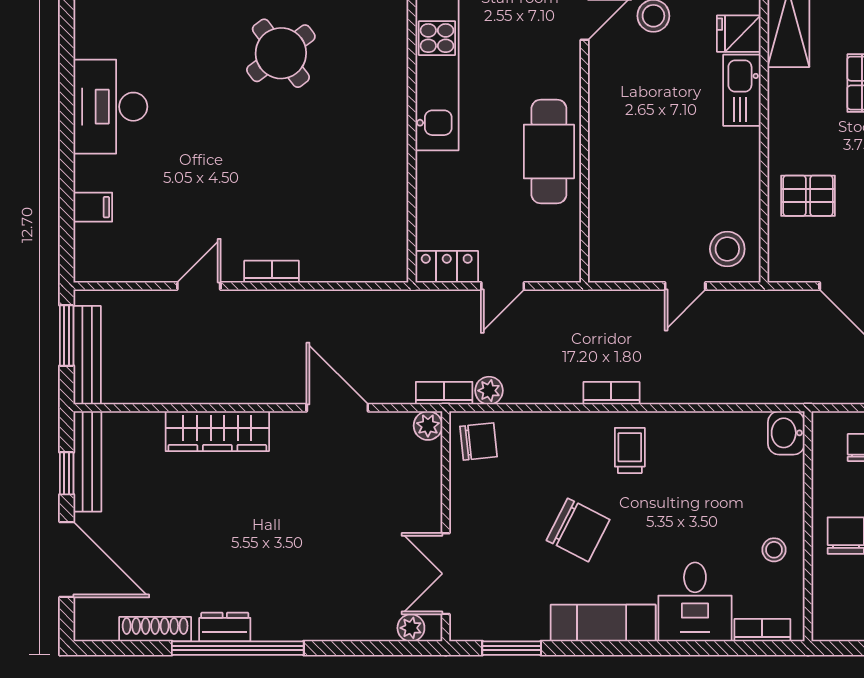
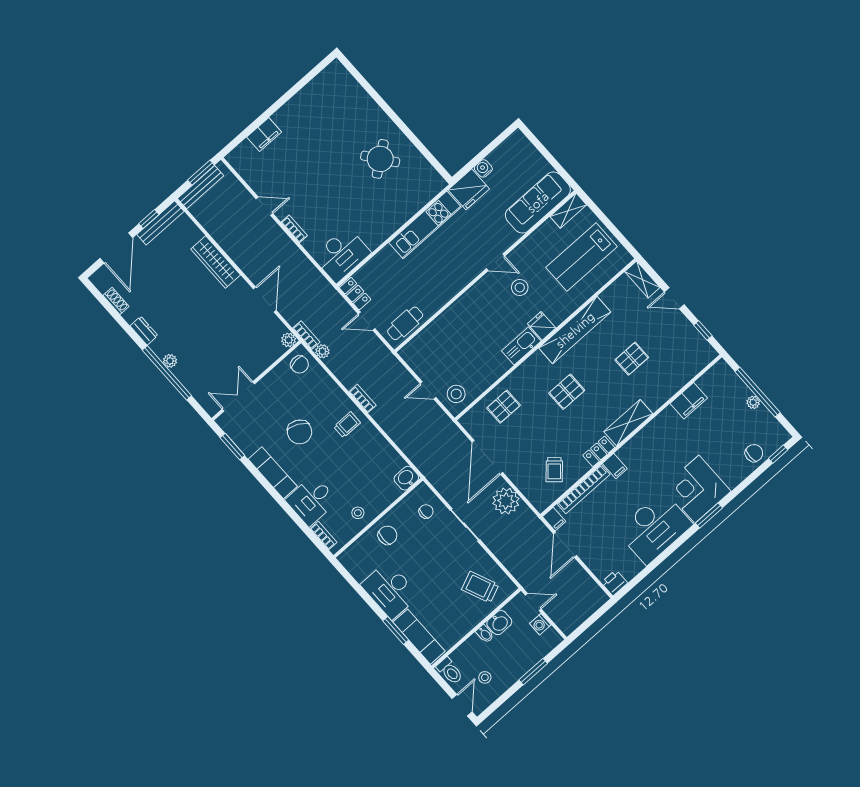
desk: (110, 107) -> (342, 255), moved, turned 180
cafe table: (549, 151) -> (405, 323), moved, width x0.73, depth x0.74
pallet: (808, 196) -> (503, 407), turned 90
filing cabinet: (93, 207) -> (264, 134), width x2.00
plant: (411, 628) -> (170, 361), moved
shoe rack: (155, 629) -> (116, 301), width x0.70
window: (238, 648) -> (167, 373), moved

